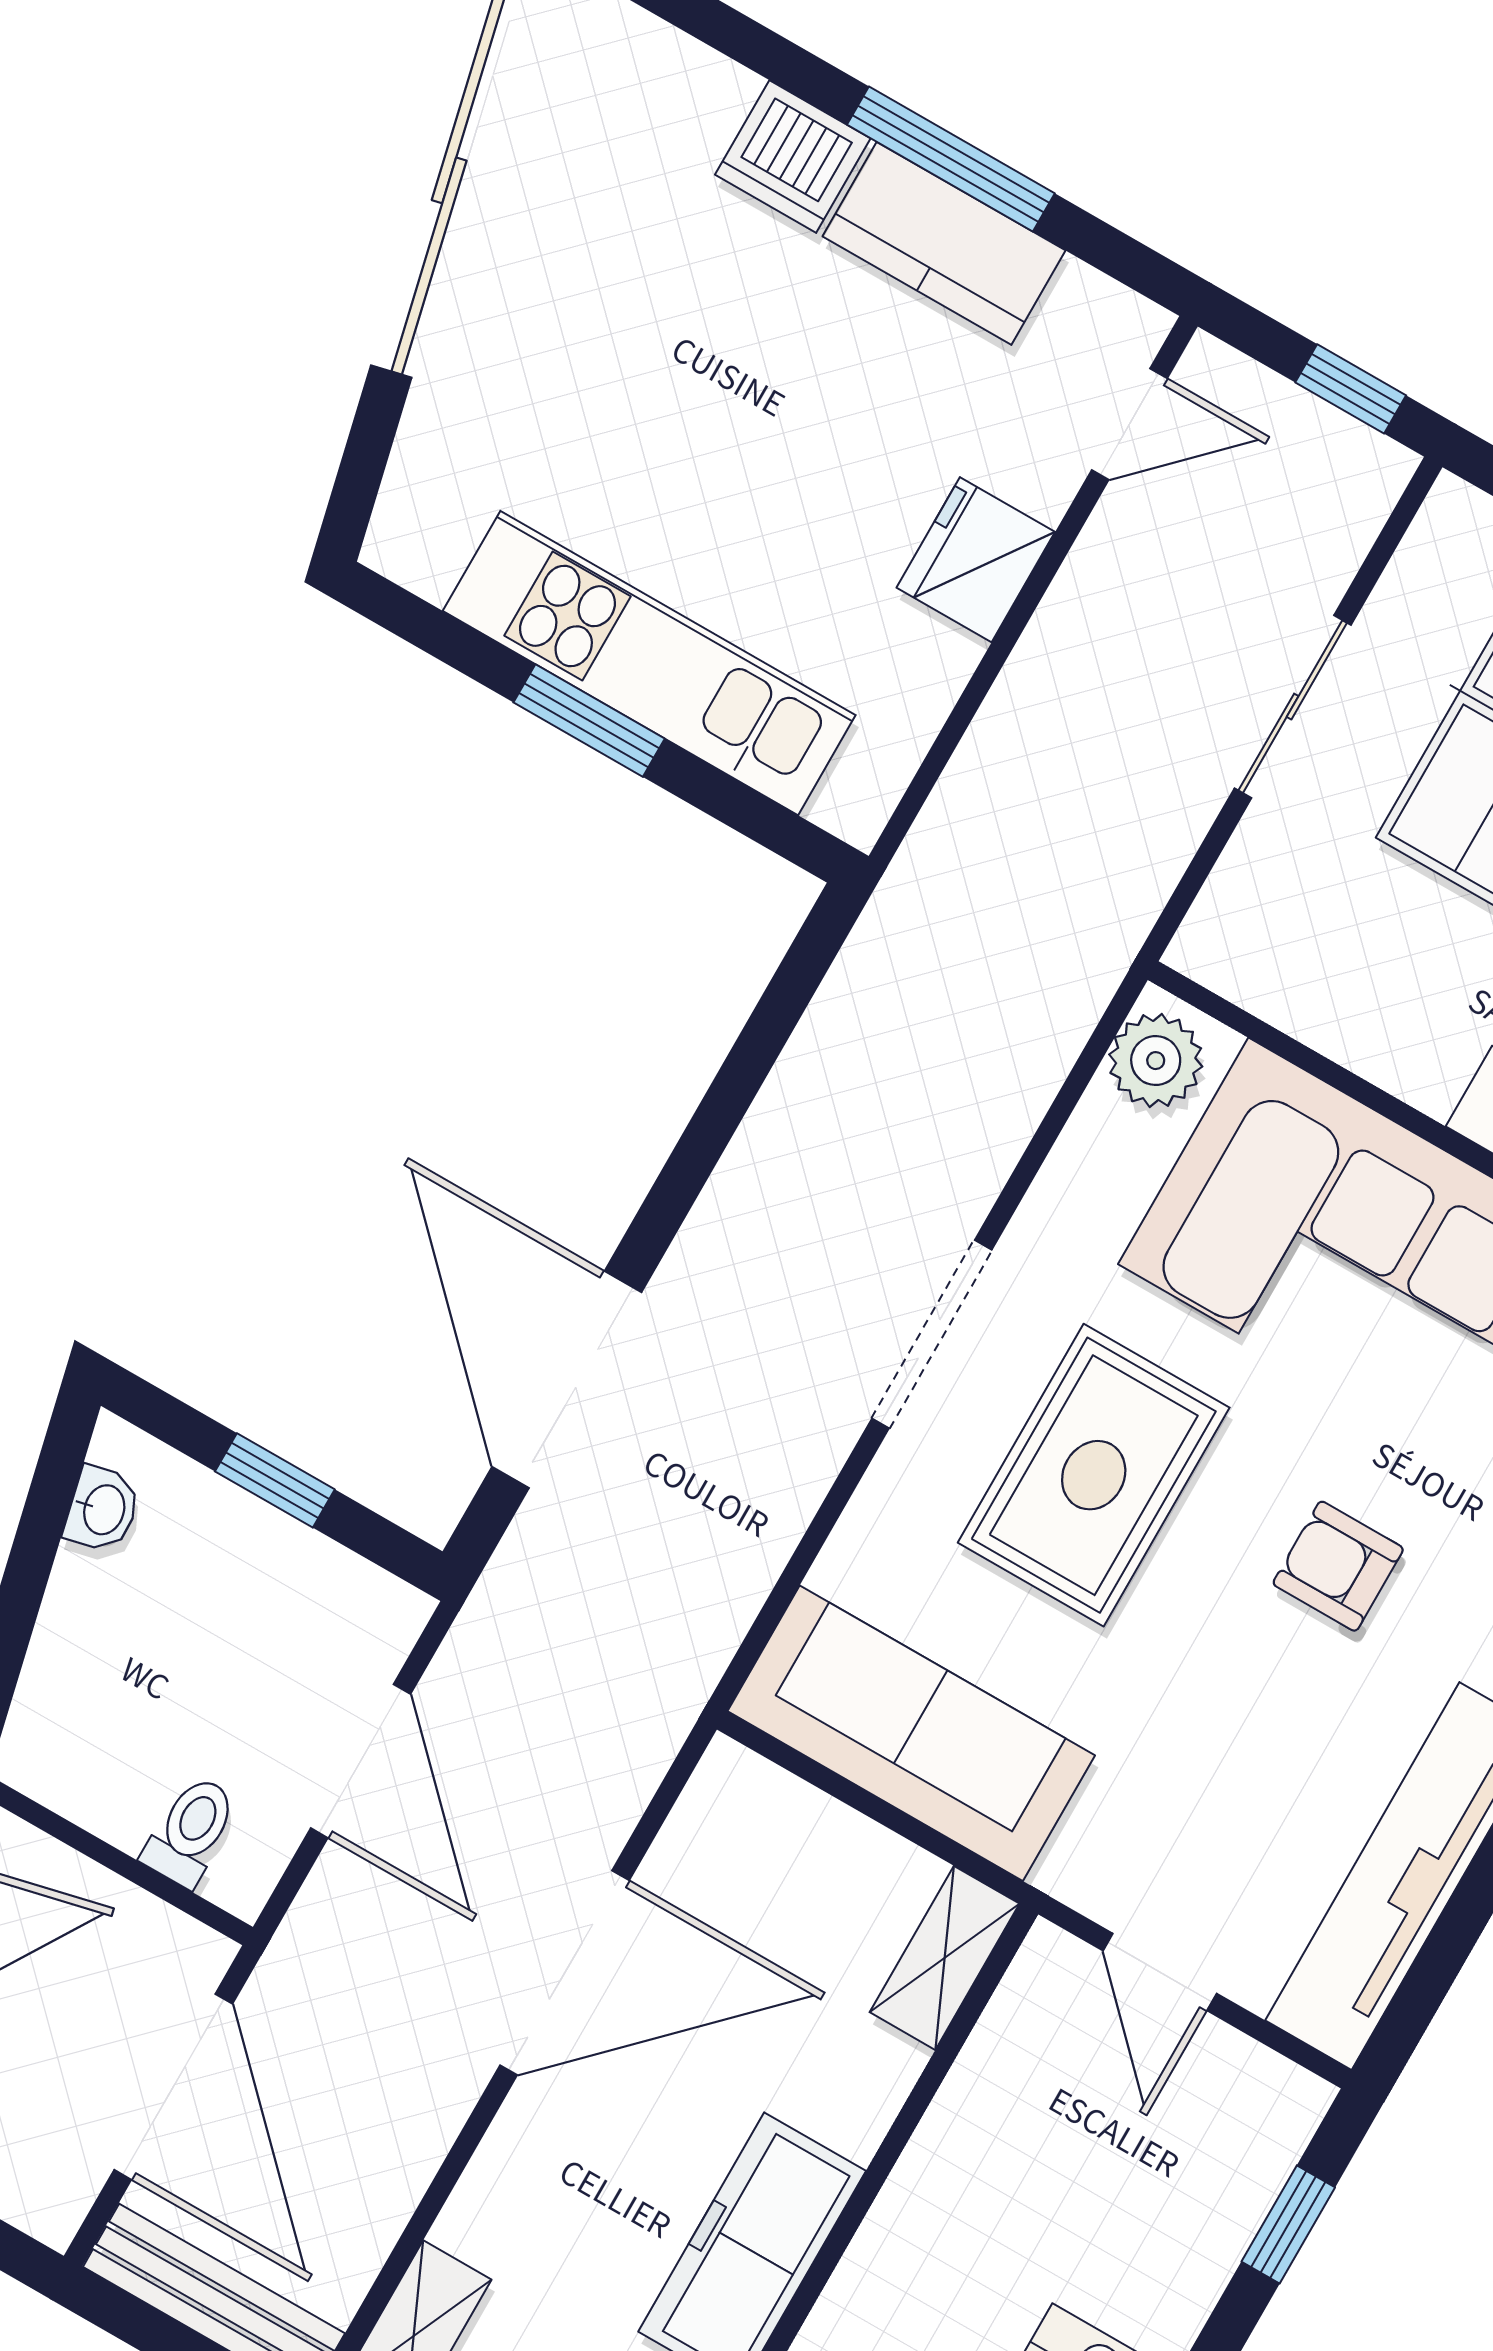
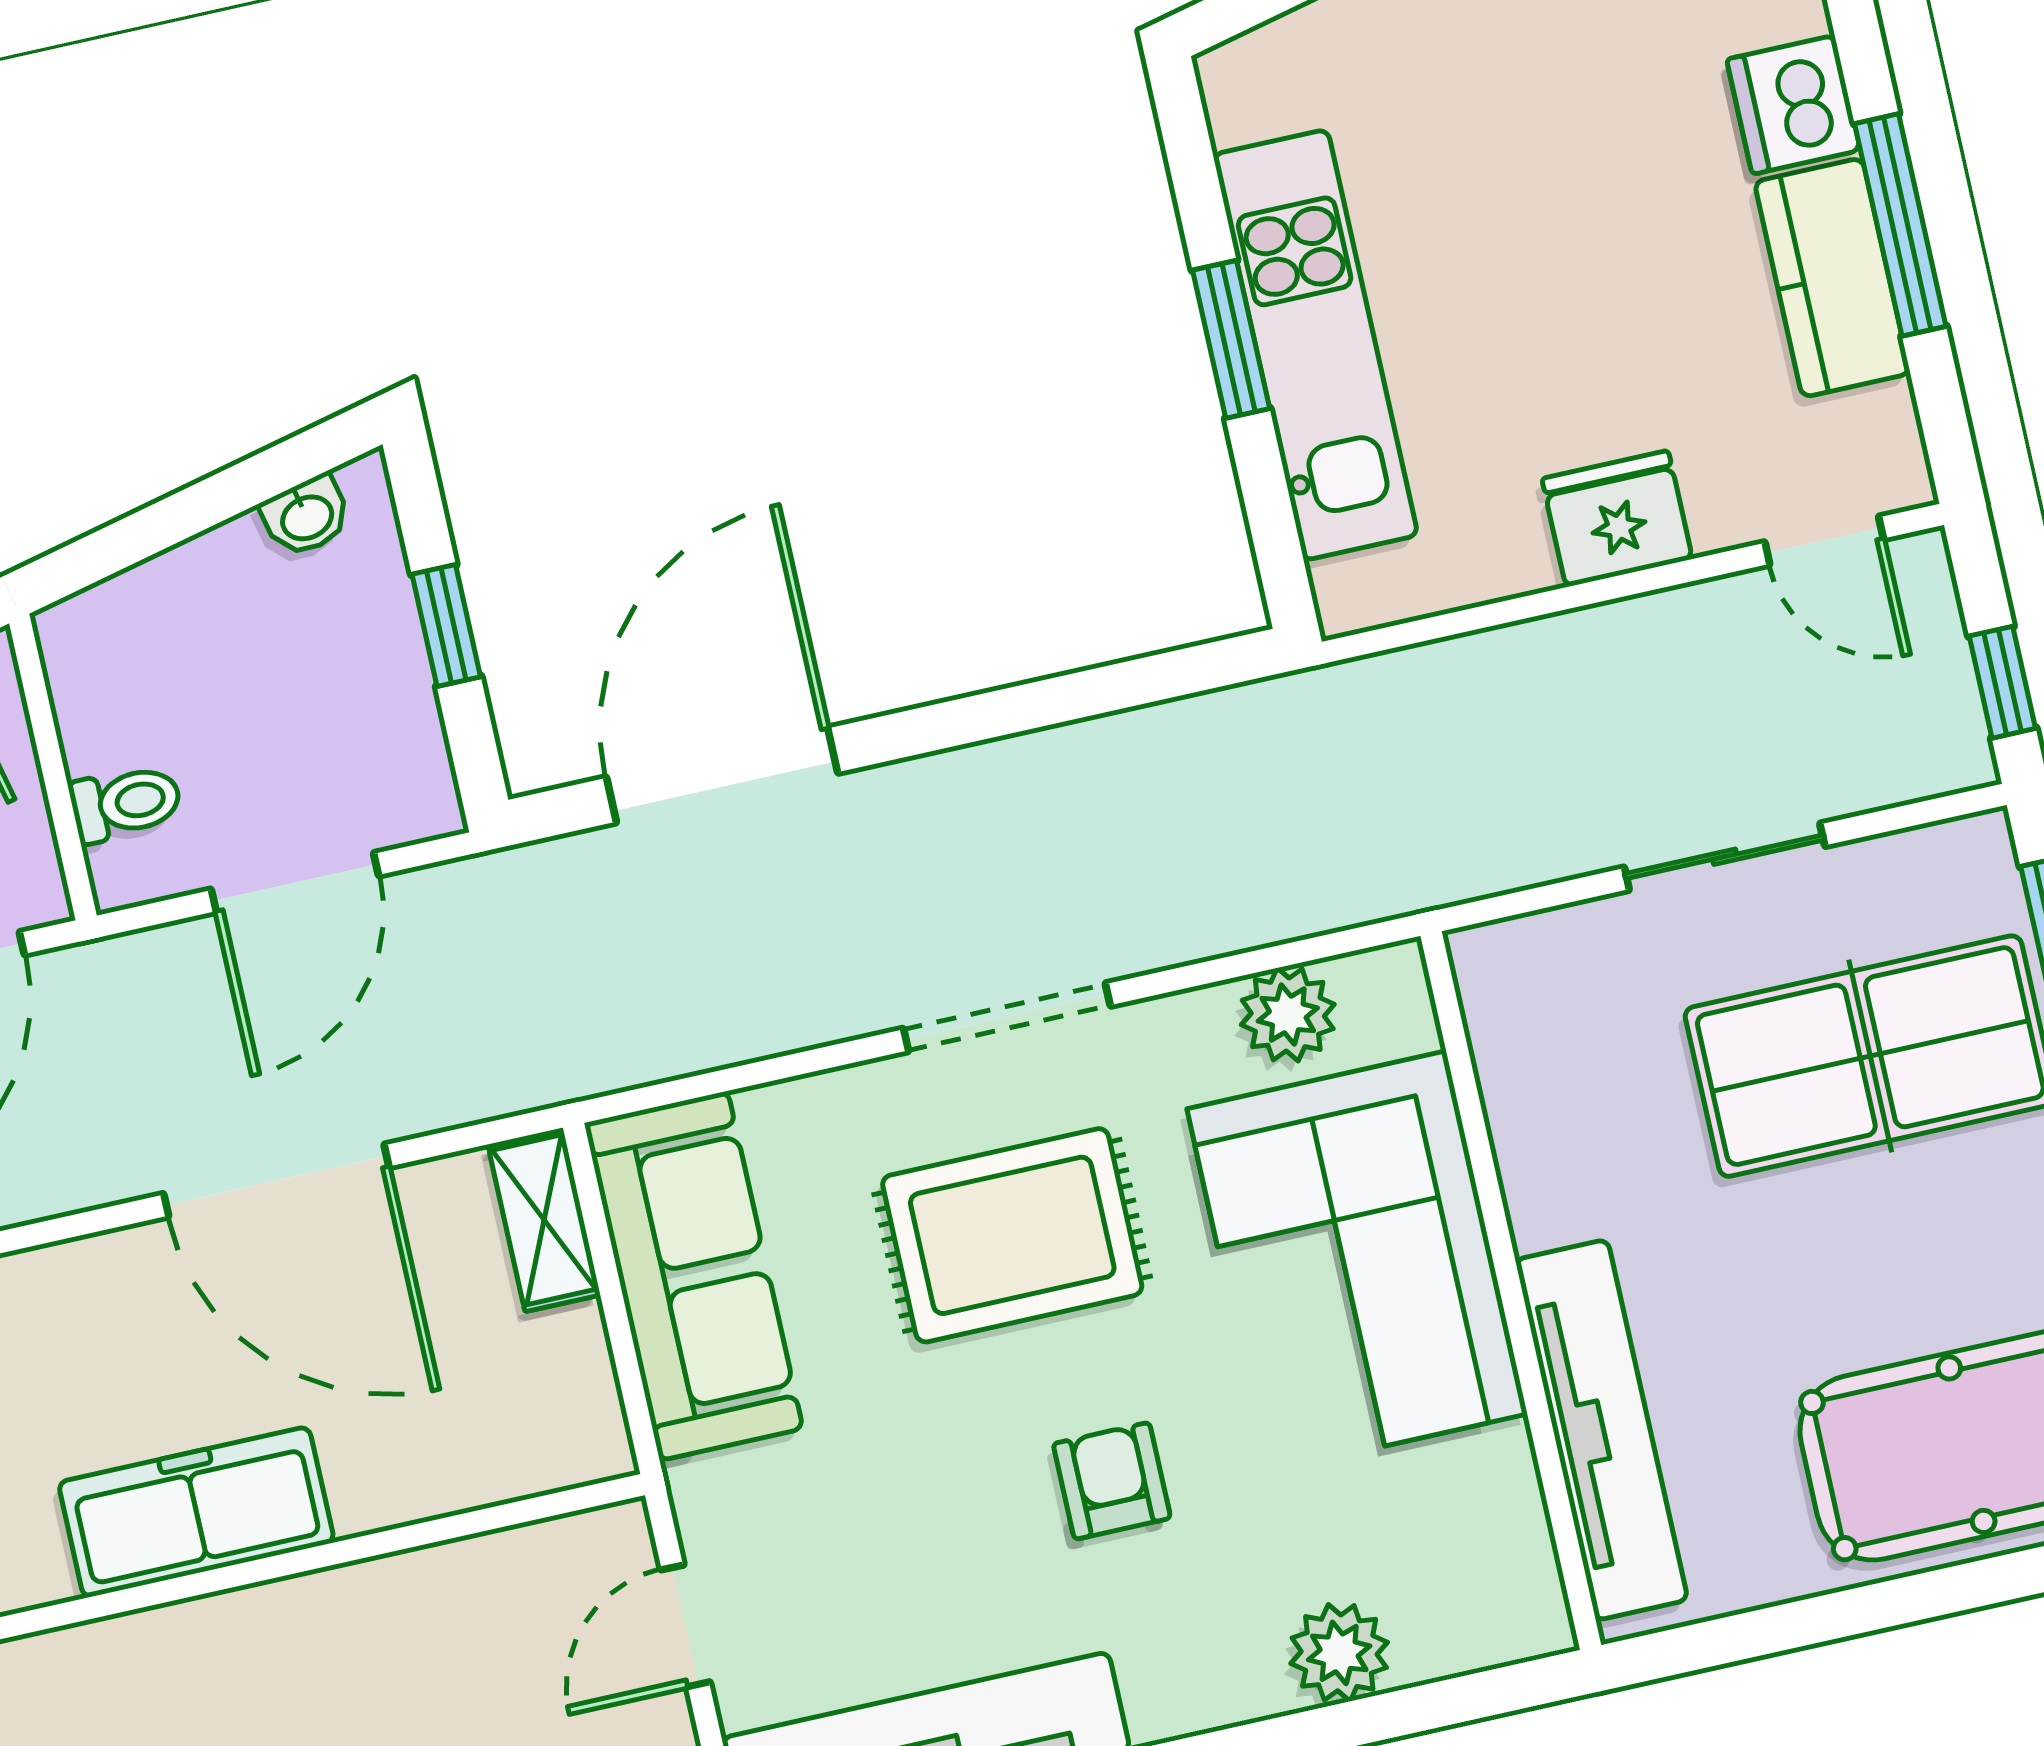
plant: (1156, 1061) -> (1288, 1015), moved
shelving: (945, 1958) -> (544, 1220), moved, turned 90

